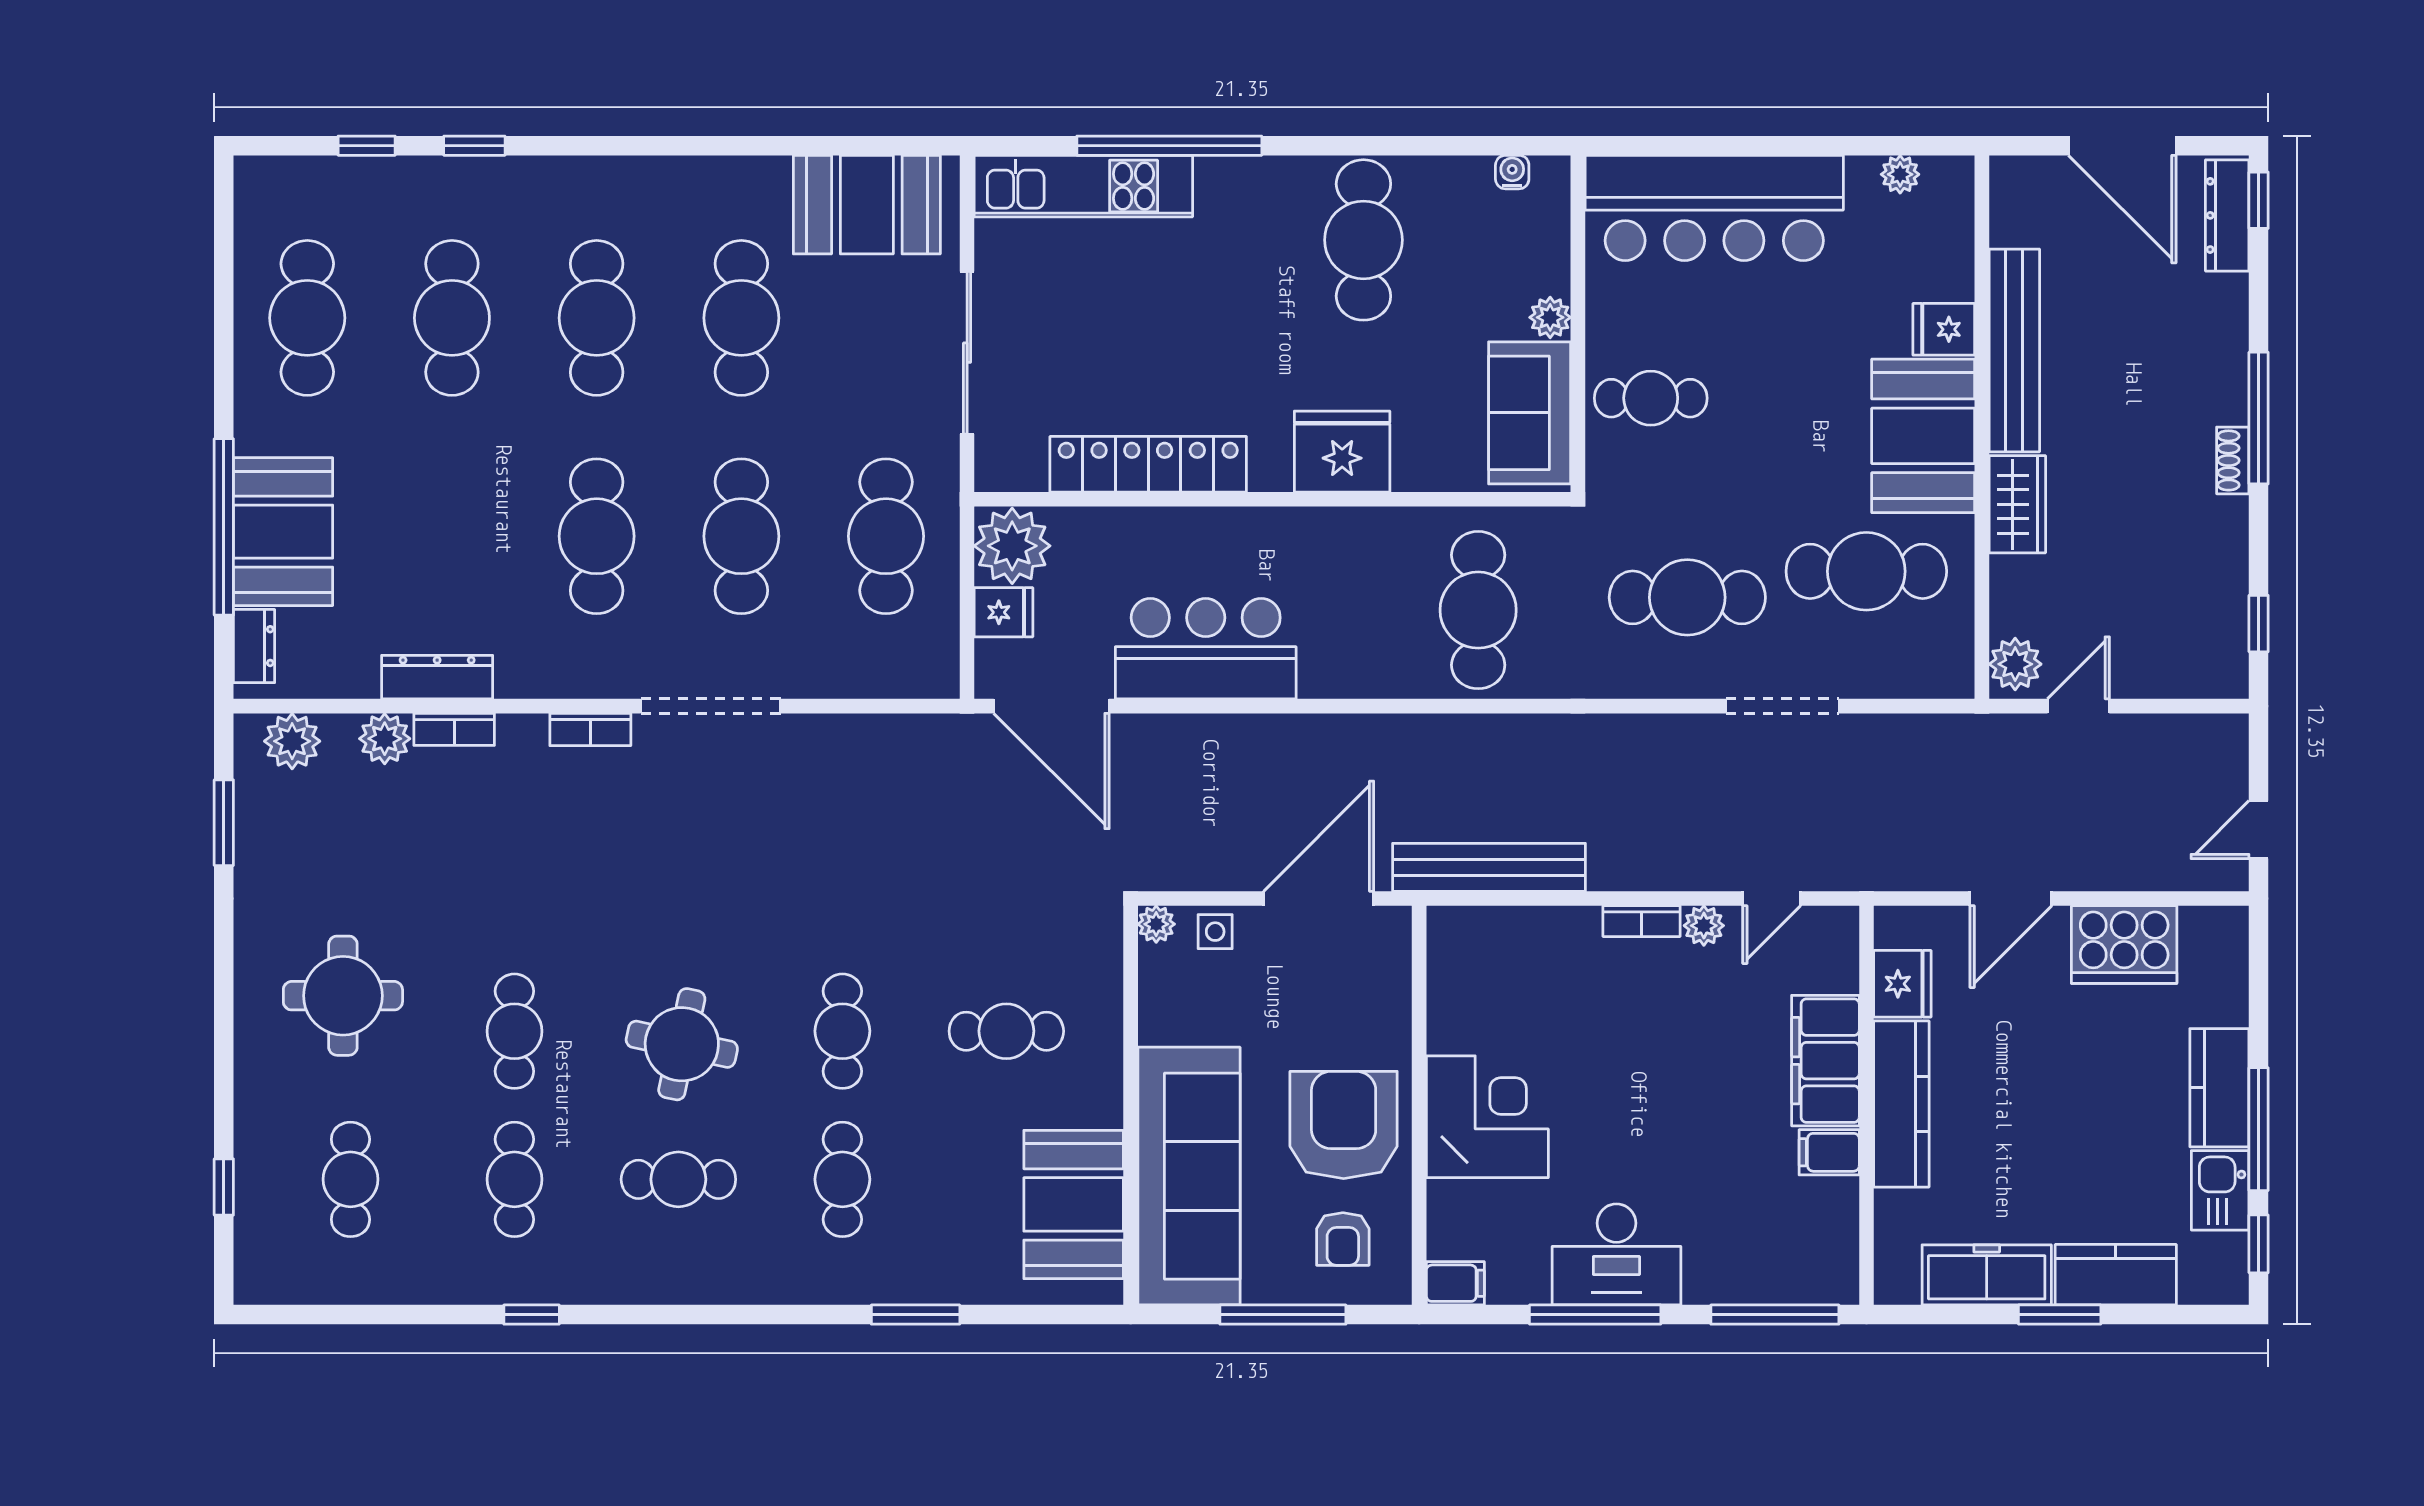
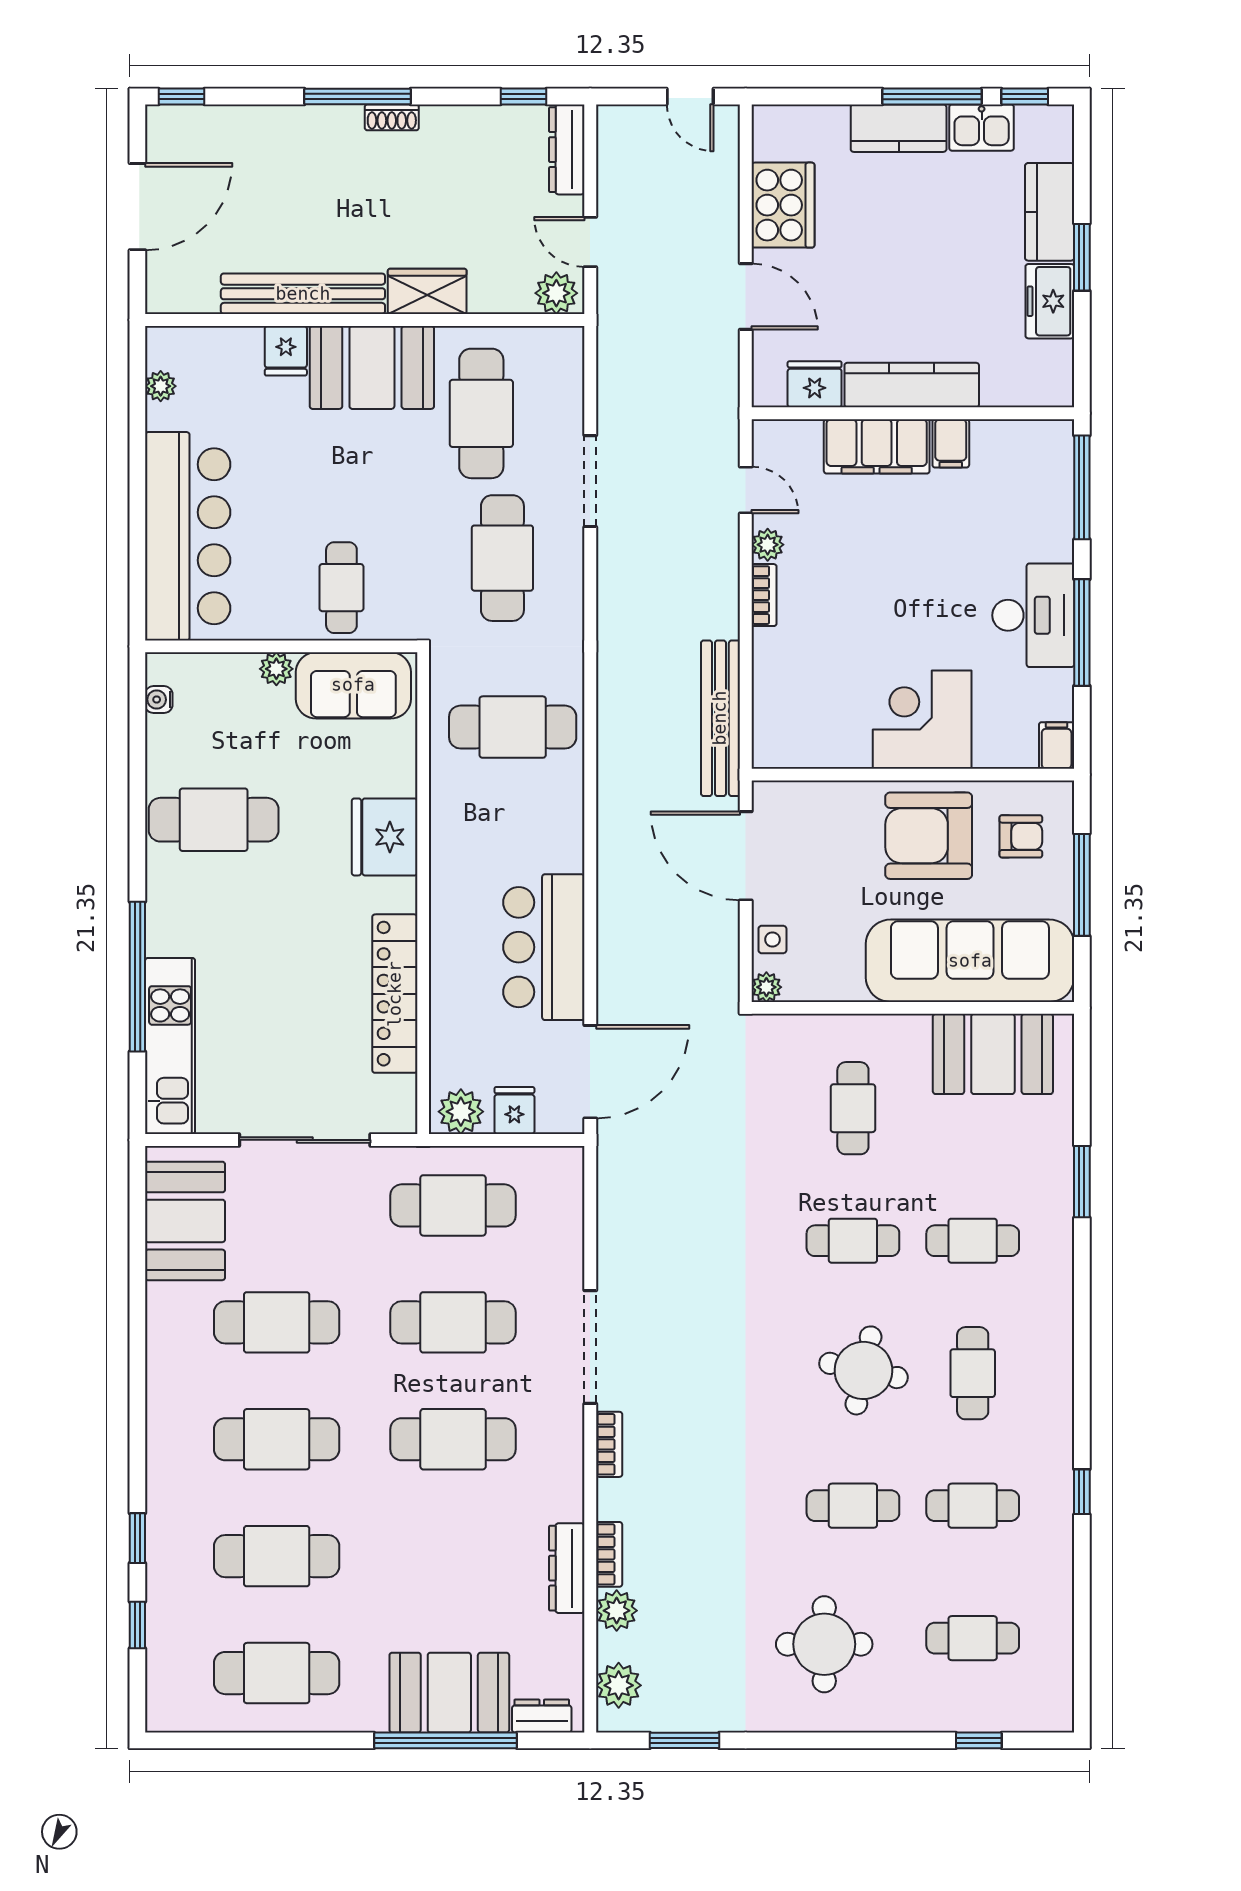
dresser: (2227, 215) -> (567, 150), moved, turned 90
plant: (1012, 546) -> (461, 1112), width x0.73, depth x0.73
freezer: (1987, 1275) -> (1050, 301), width x0.71

